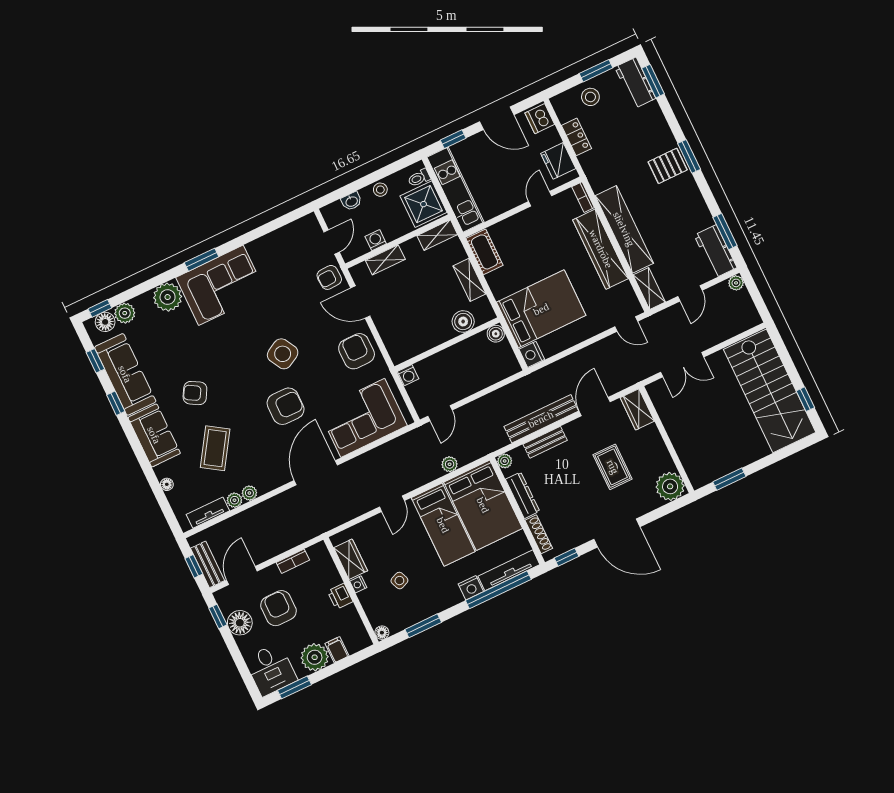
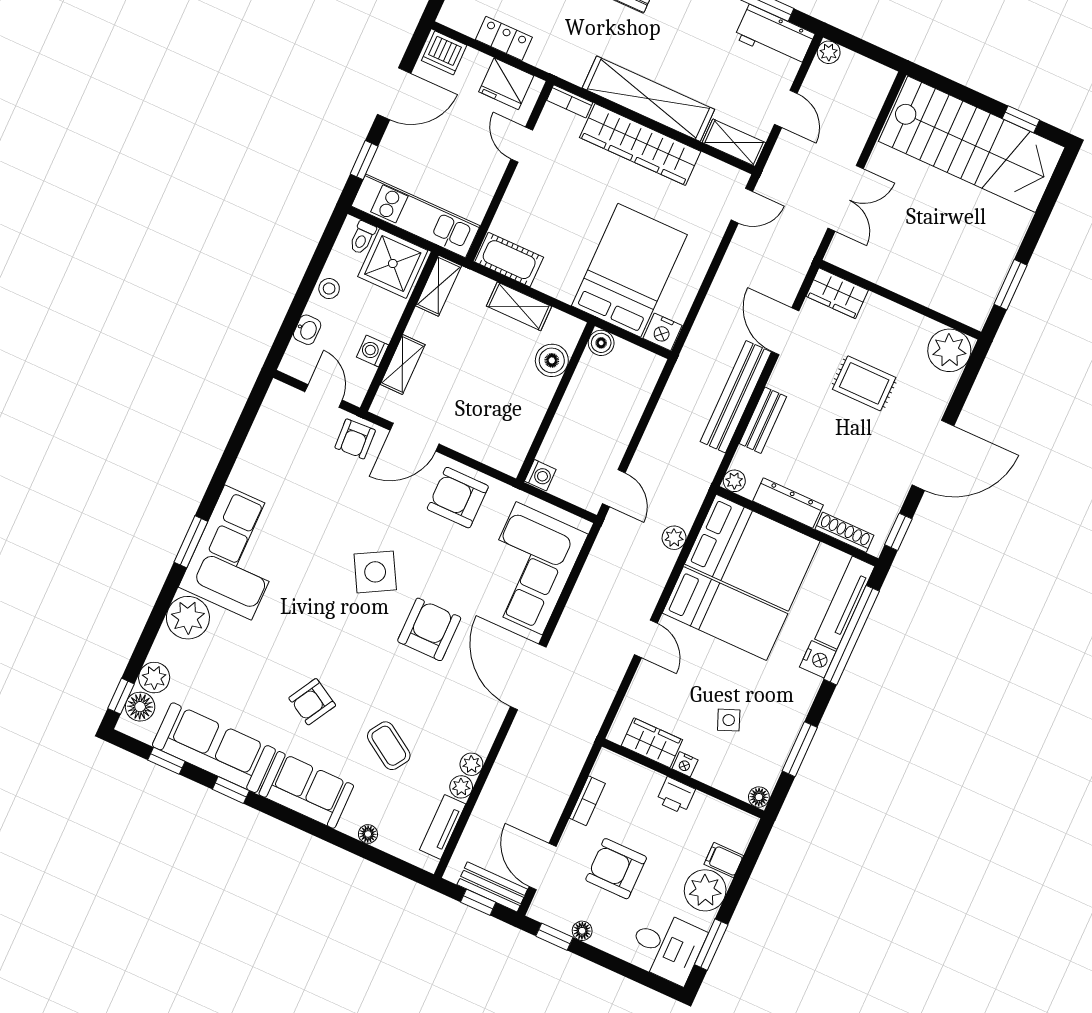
coffee table: (215, 448) -> (389, 746), width x0.73, depth x0.77
floor lamp: (240, 623) -> (582, 931), width x0.53, depth x0.53

